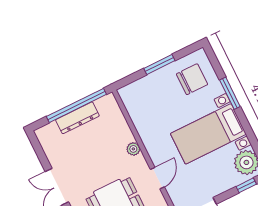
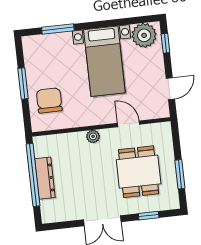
chair: (192, 79) -> (49, 100), moved
window: (230, 93) -> (58, 29), moved

